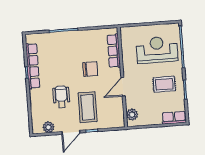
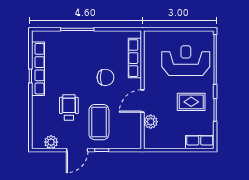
plant: (132, 115) -> (151, 122), moved

